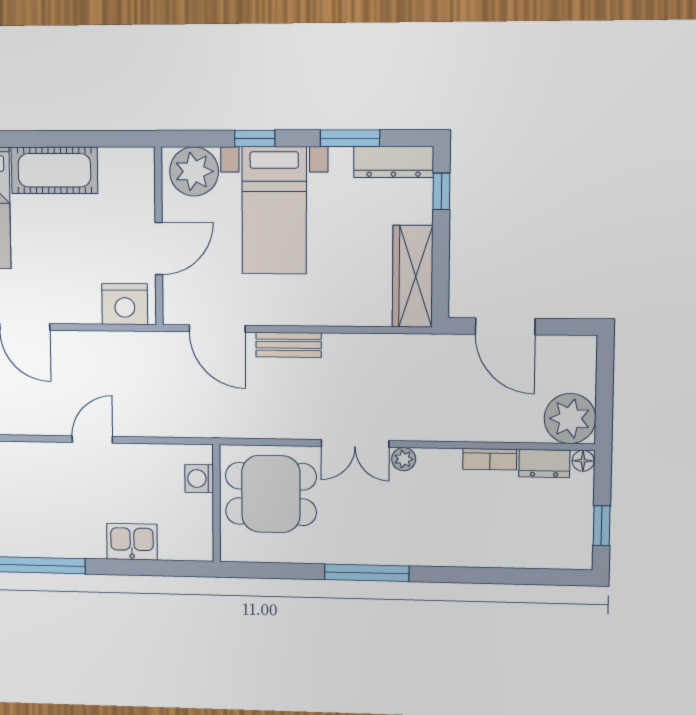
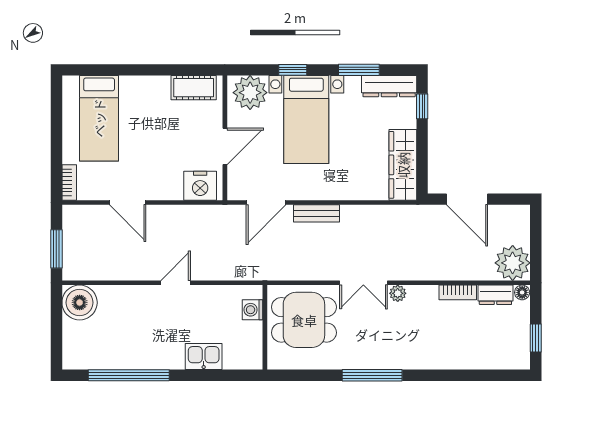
cot: (54, 170) -> (194, 88), moved, width x0.73, depth x0.75
door: (217, 329) -> (266, 202), hinge flipped

